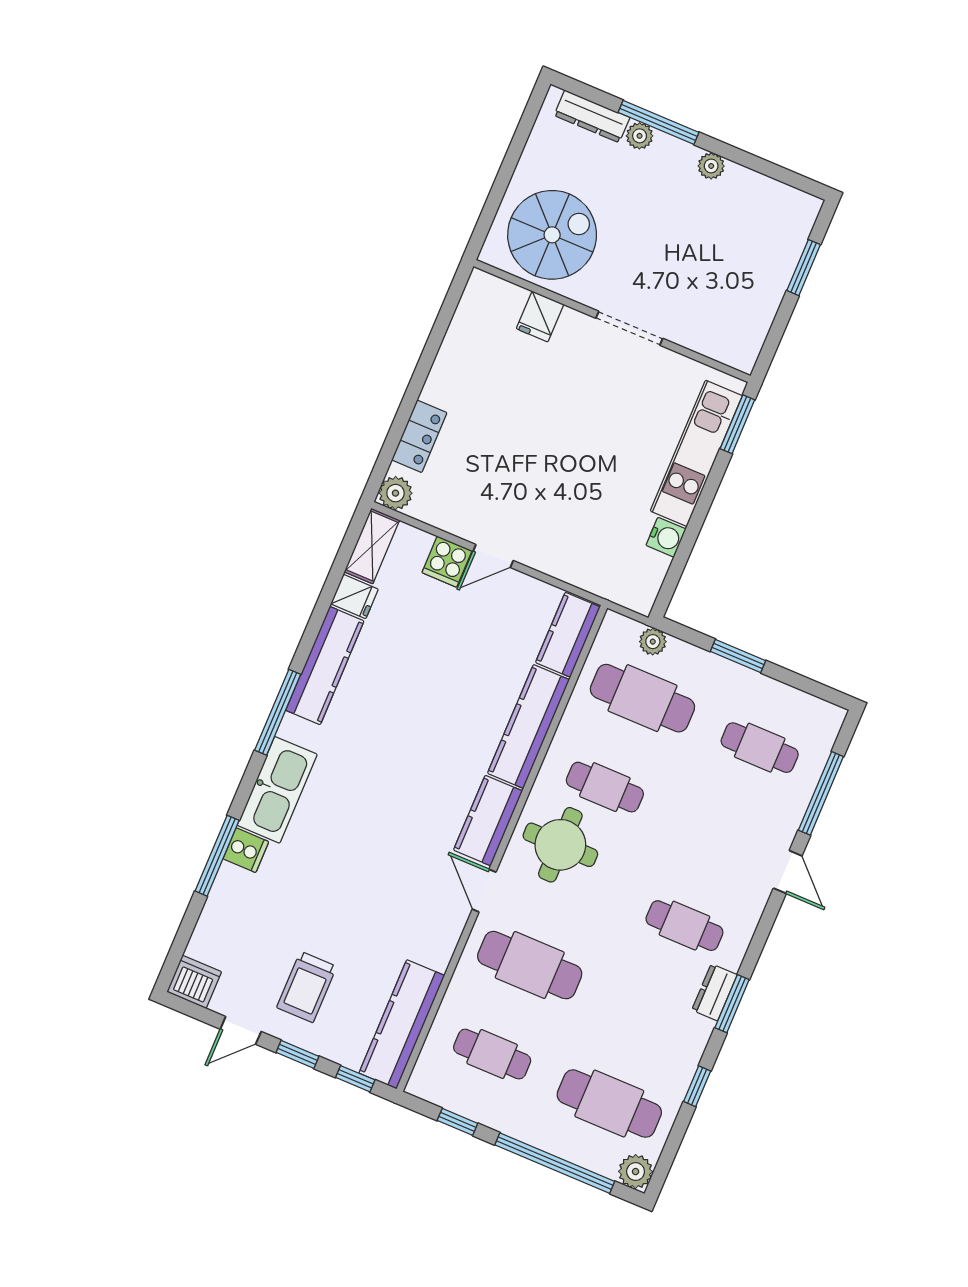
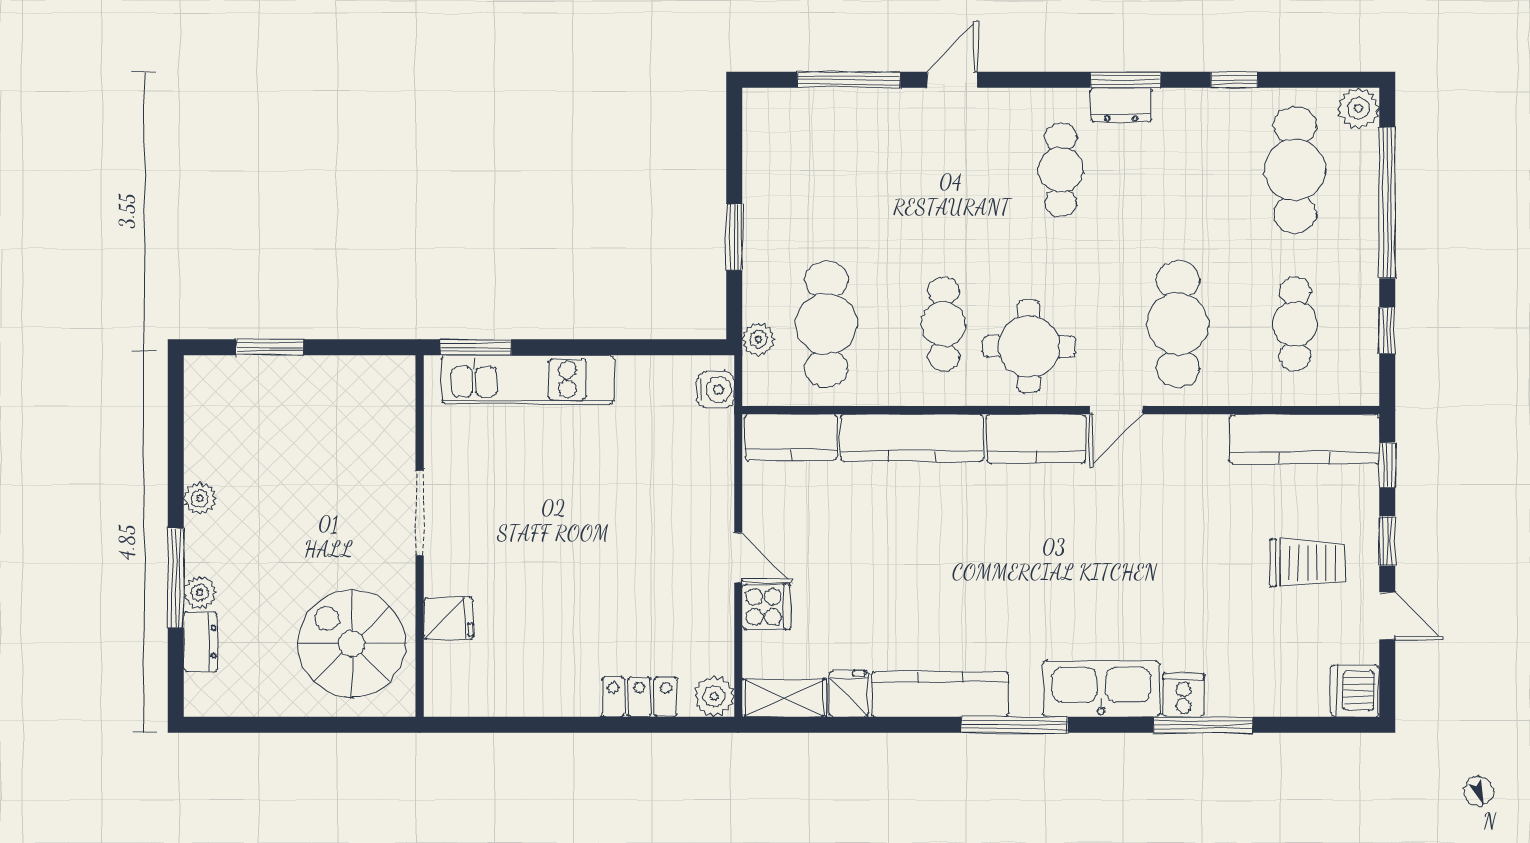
dresser: (592, 116) -> (201, 642), width x0.70
water cooler: (666, 537) -> (716, 390), moved, turned 90
cafe table: (760, 748) -> (826, 170), removed

